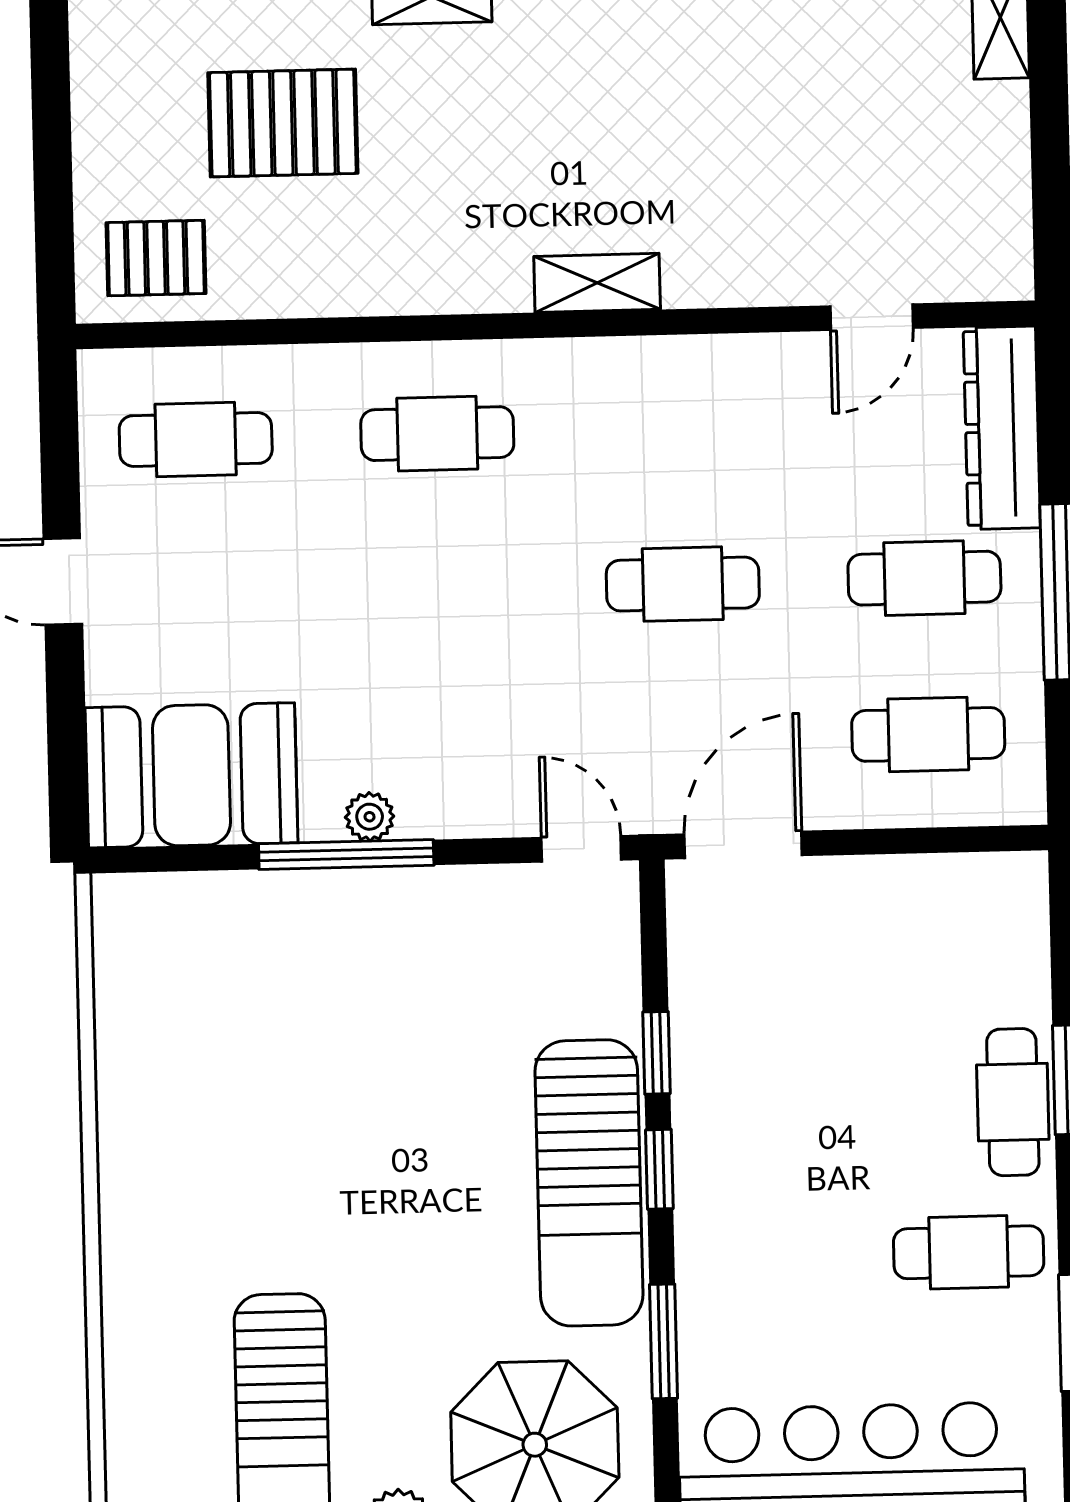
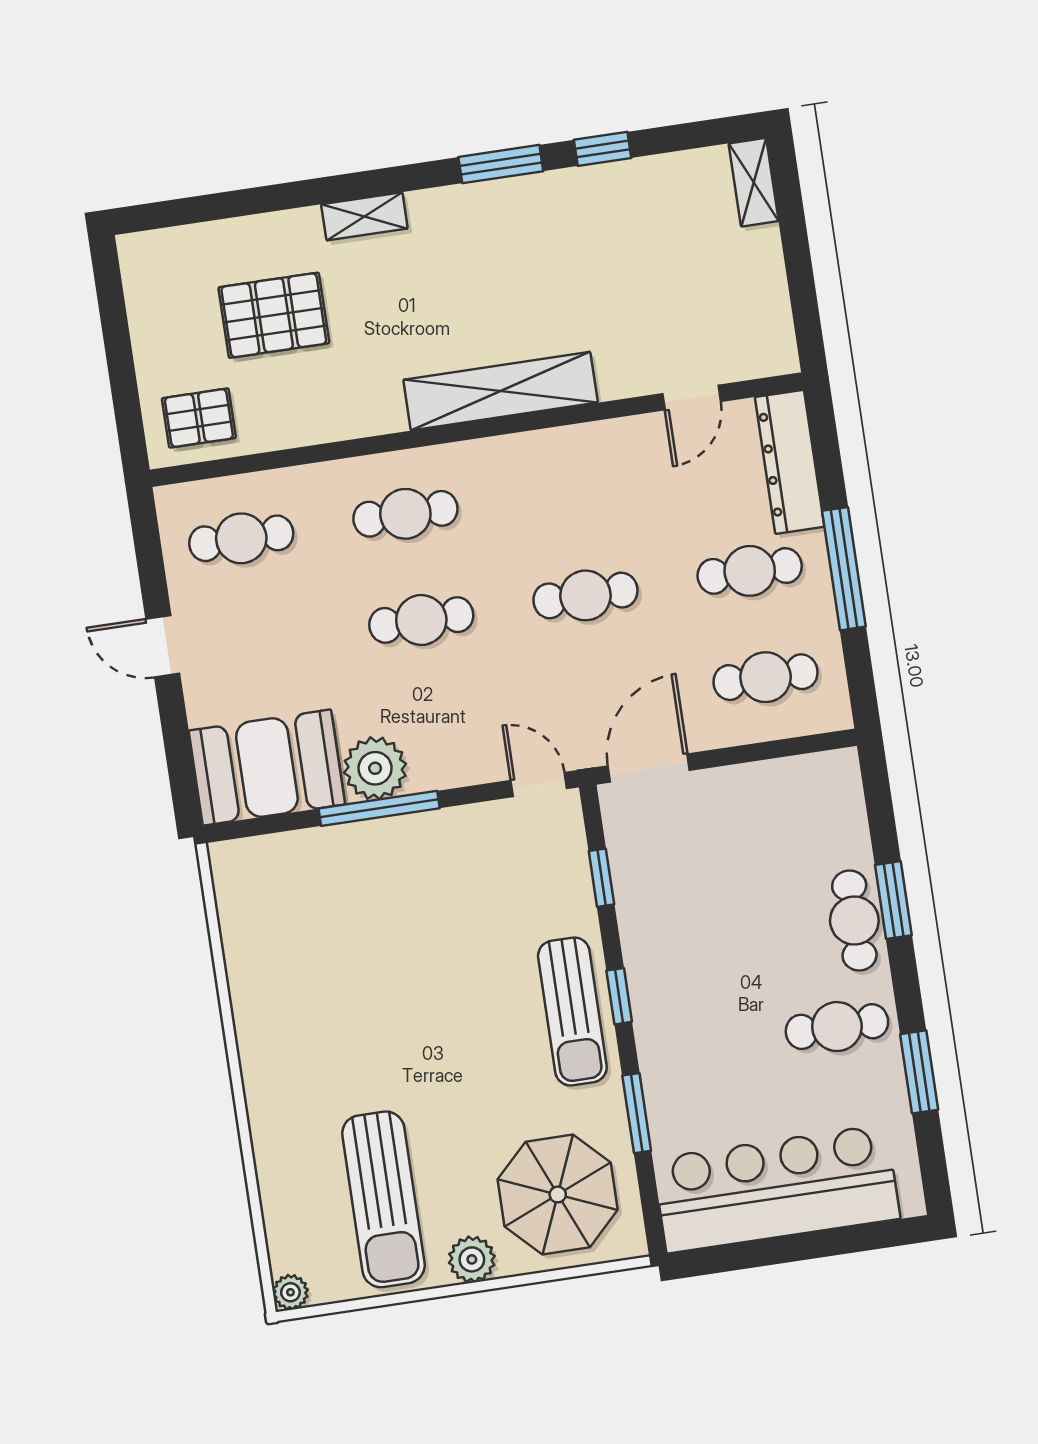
shelving: (597, 283) -> (501, 391), width x2.20, depth x1.33
cafe table: (441, 590) -> (421, 620), added
plant: (370, 817) -> (375, 768), width x1.88, depth x1.88
window: (656, 1053) -> (601, 878), moved
sun lounger: (589, 1183) -> (572, 1011), width x0.73, depth x0.75

